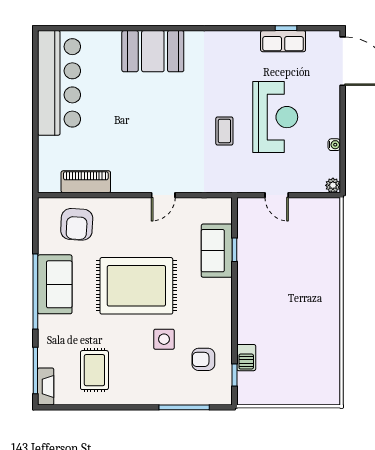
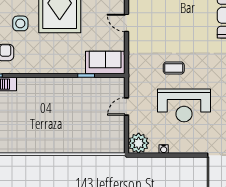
plant: (333, 185) -> (139, 143), width x1.88, depth x1.88
sofa: (217, 251) -> (105, 62), moved

